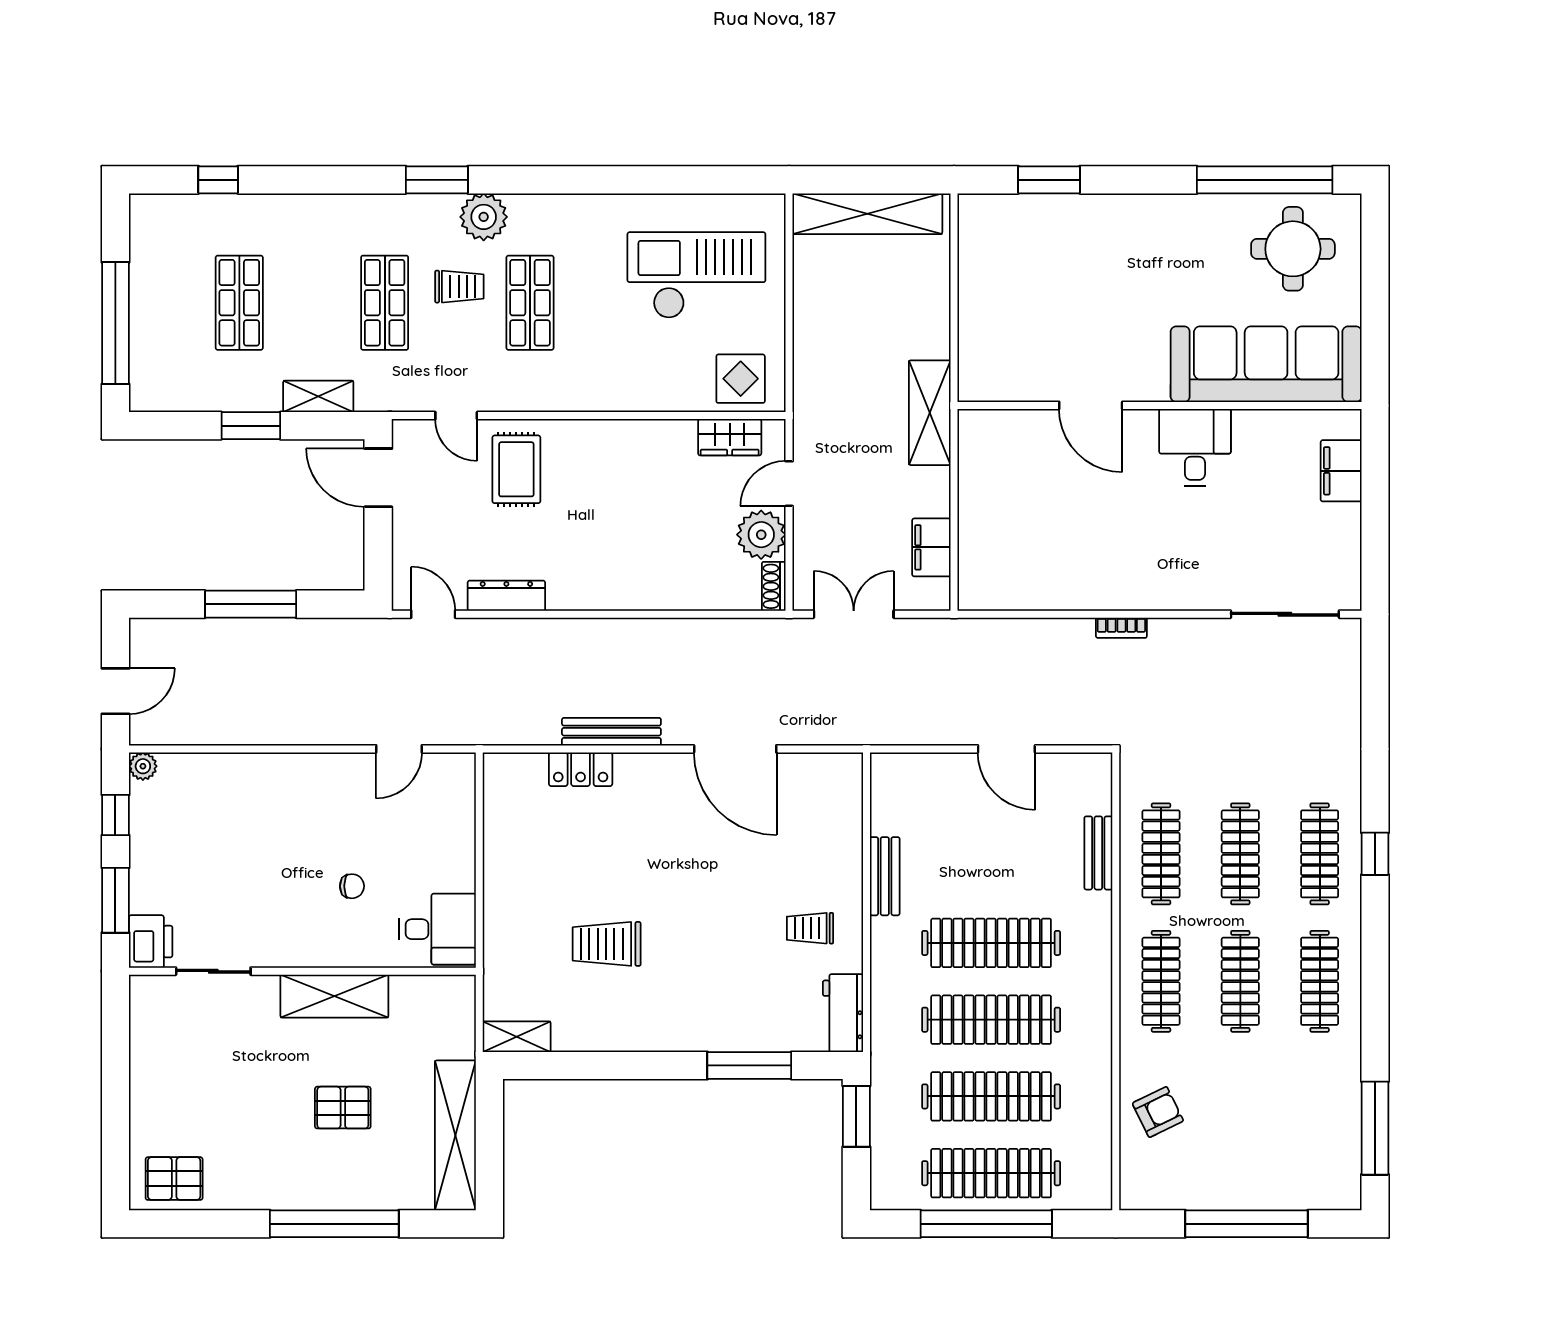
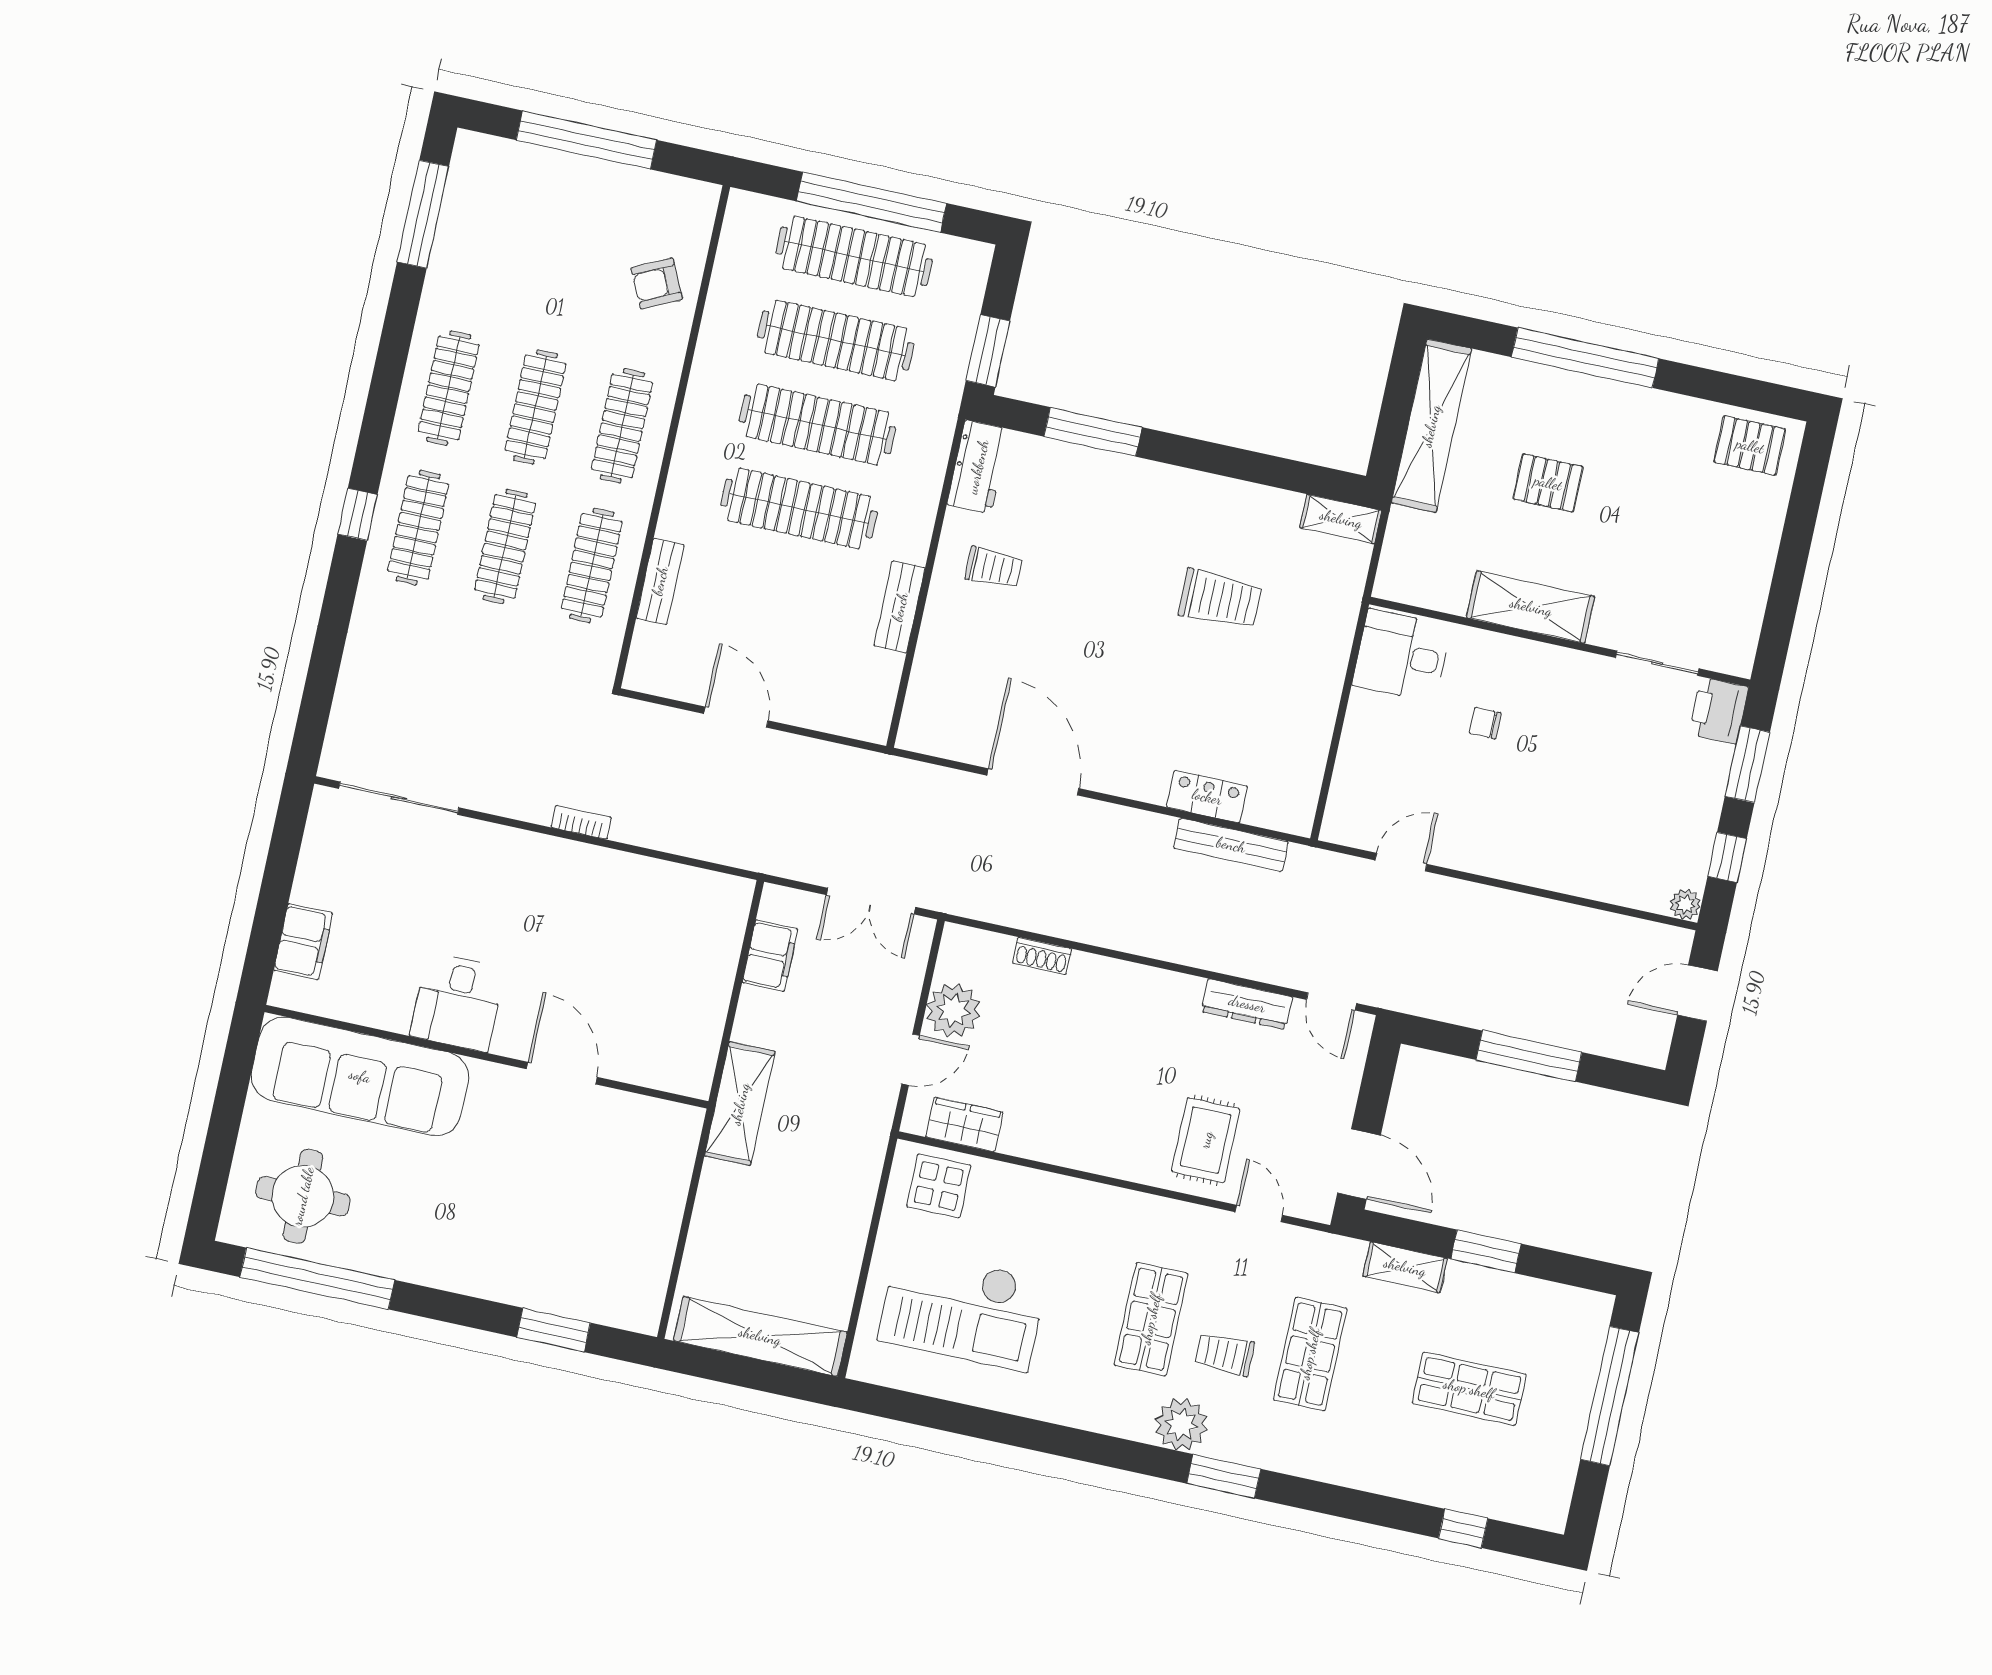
shop shelf: (239, 303) -> (1469, 1389), turned 90
shoe rack: (774, 586) -> (1042, 956), moved, turned 90
bench: (611, 732) -> (1231, 845), moved

